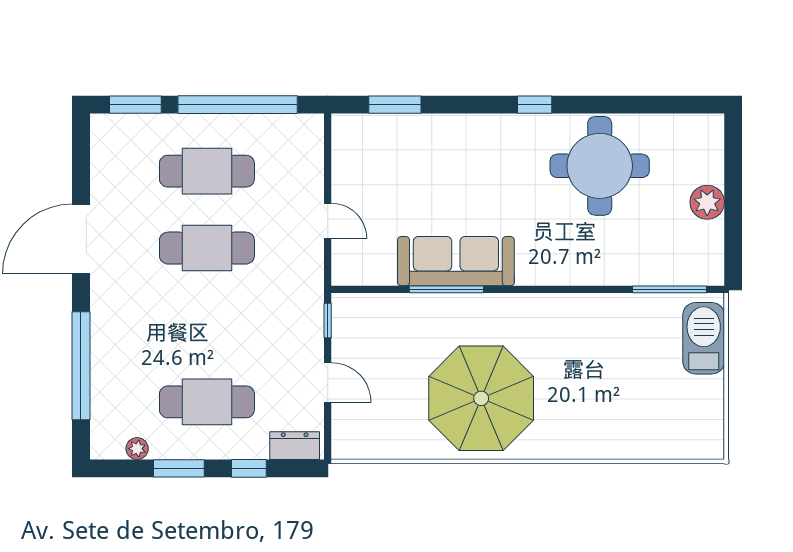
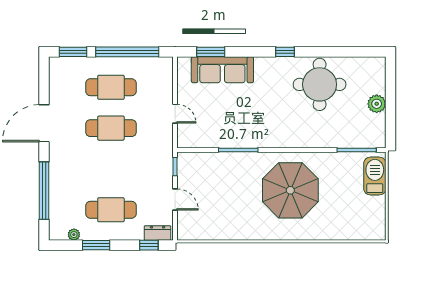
sofa: (456, 261) -> (222, 70), moved, turned 180
parasol: (481, 398) -> (290, 190), moved
window: (249, 468) -> (149, 245), moved

